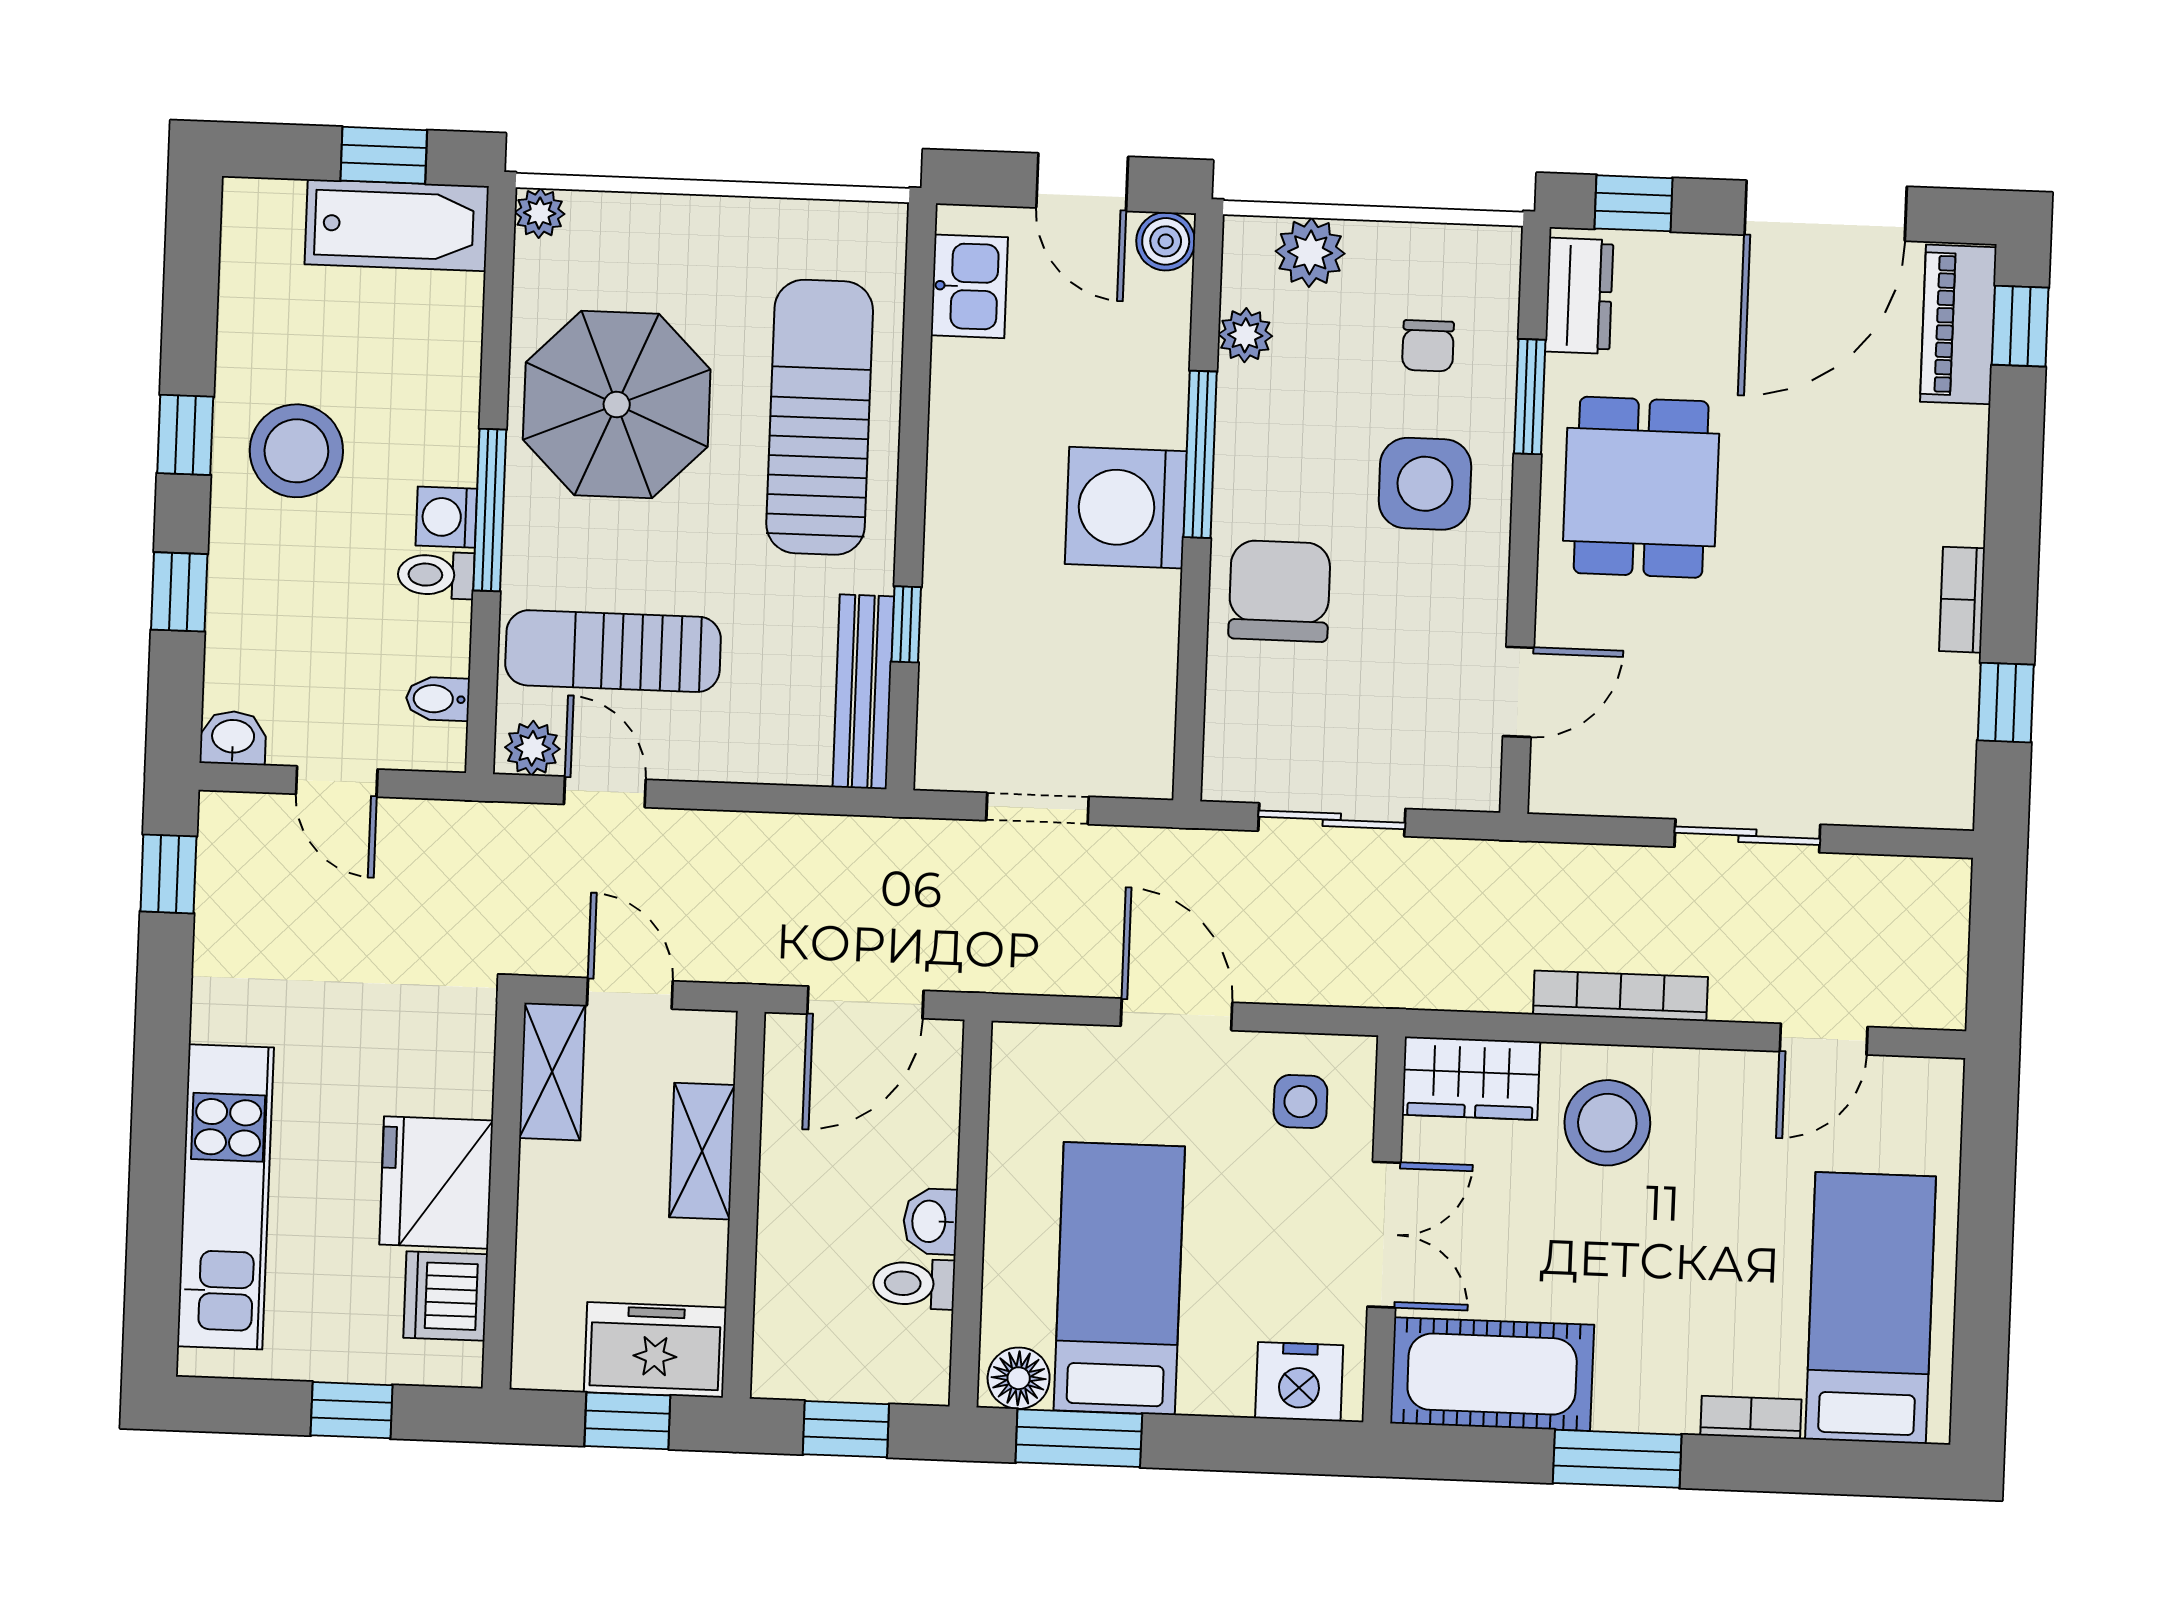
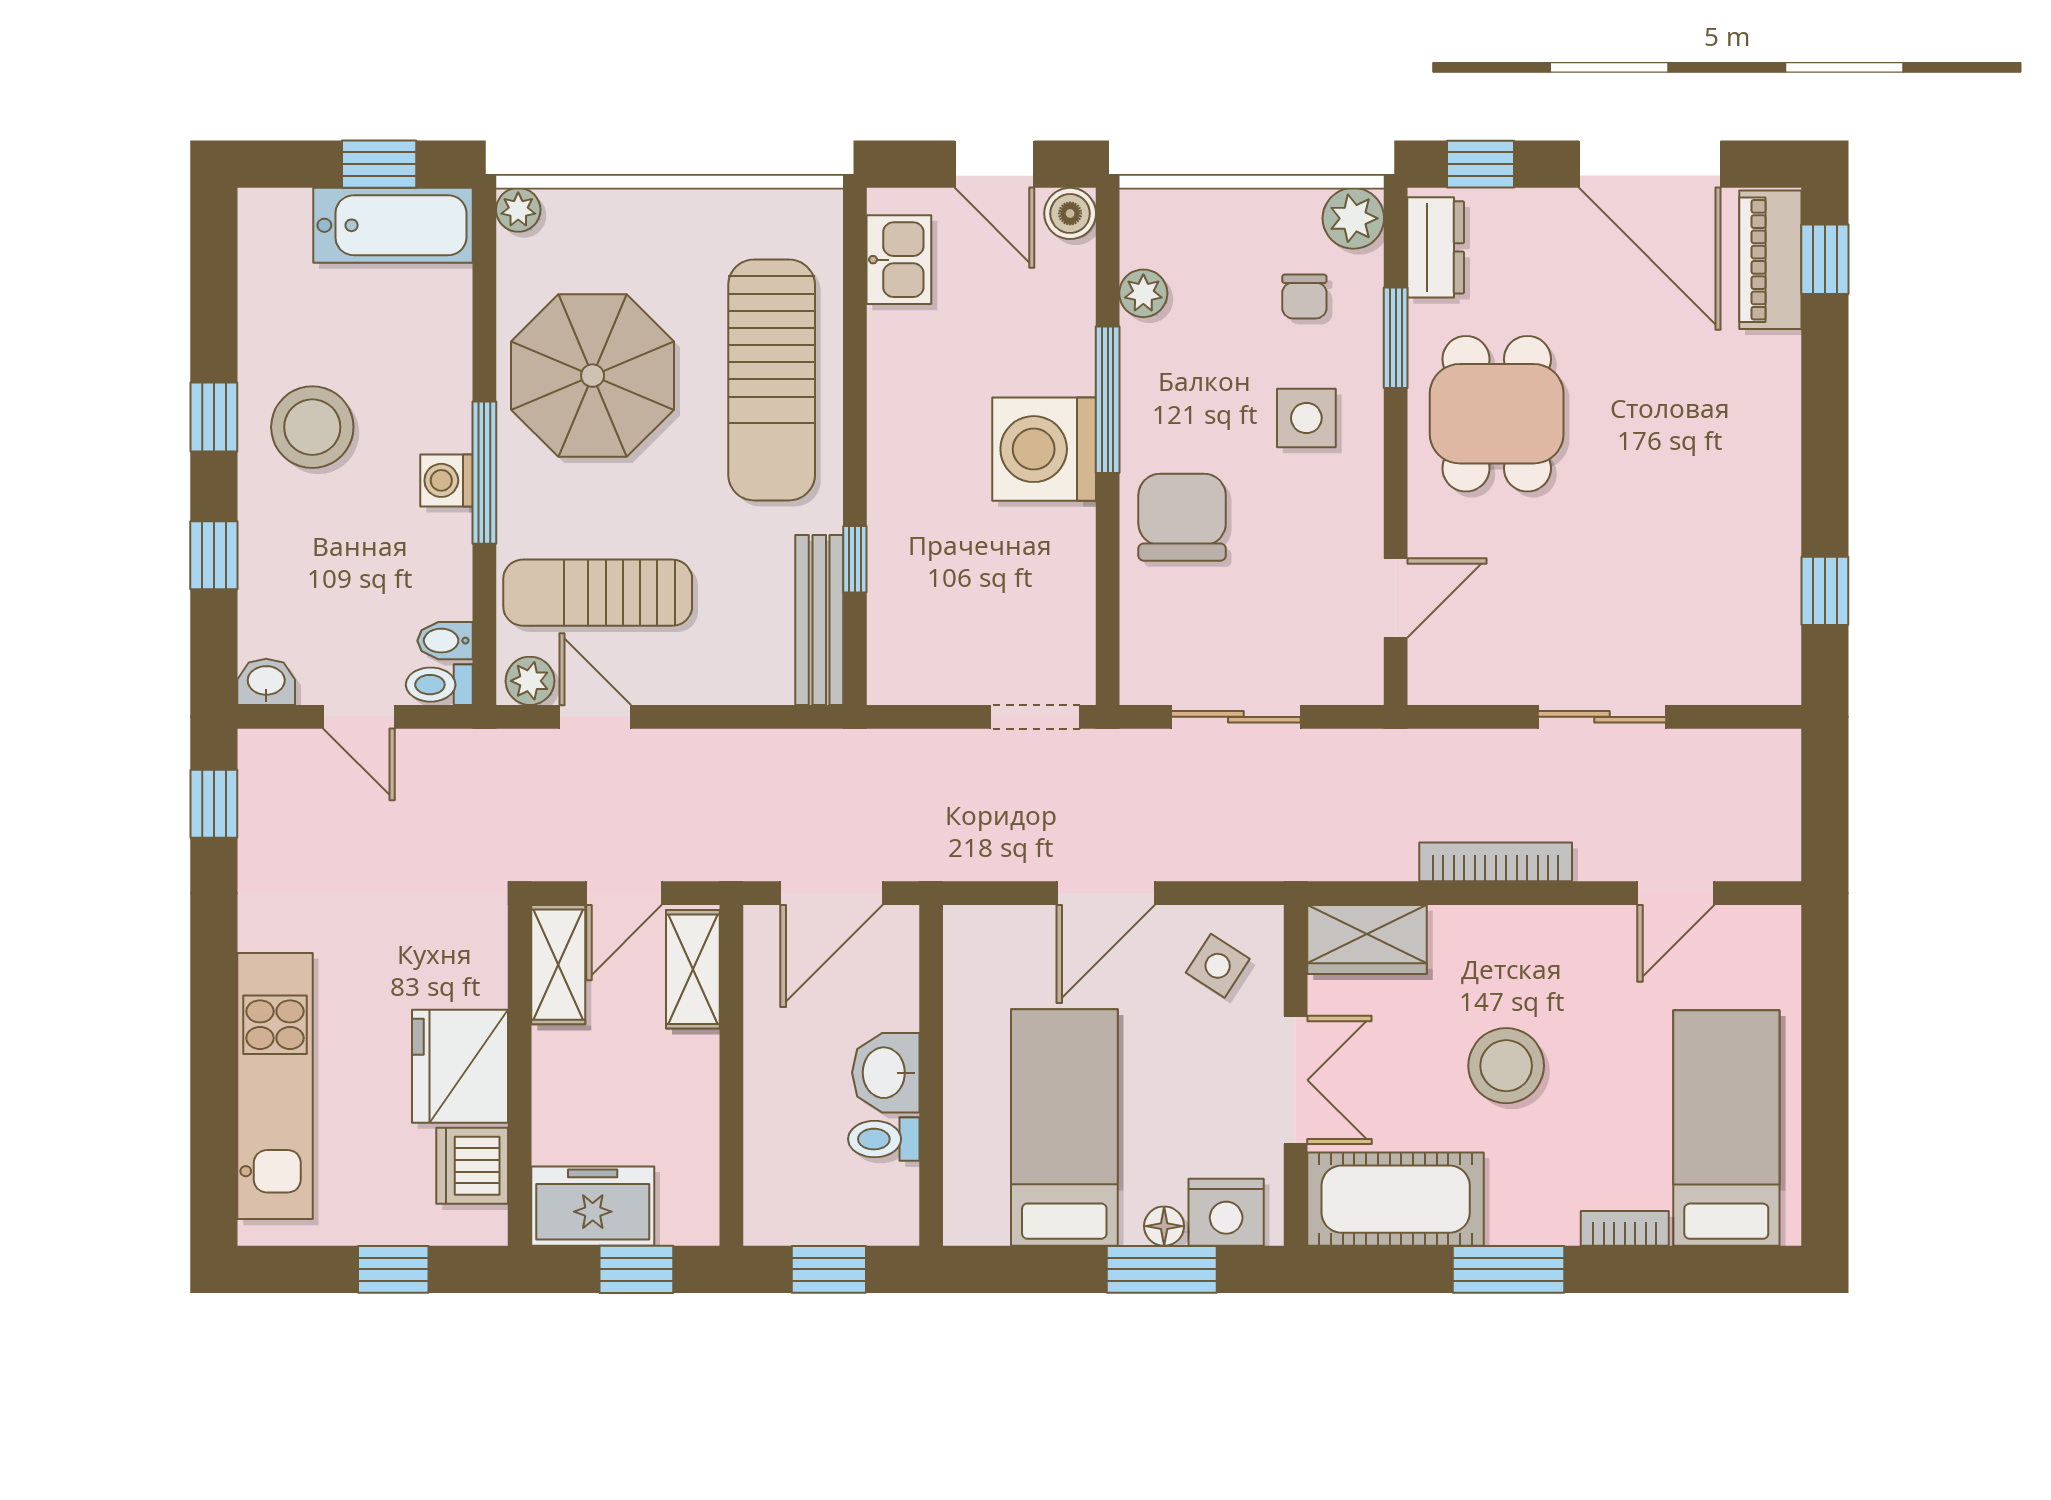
door: (1826, 211) -> (1650, 164), hinge flipped
plant: (1310, 252) -> (1353, 218), moved
sun lounger: (820, 417) -> (772, 380), turned 180
side table: (1425, 484) -> (1306, 418), width x0.73, depth x0.73
toilet: (436, 575) -> (439, 685), moved
bookcase: (1962, 600) -> (1783, 502), removed
doorway: (1037, 808) -> (1035, 717), moved
door: (630, 993) -> (624, 893), swing flipped
door: (1176, 1014) -> (1106, 893), swing flipped
side table: (1300, 1102) -> (1218, 966), turned 33
stool: (1607, 1123) -> (1506, 1066), moved
shelving: (702, 1151) -> (693, 969), moved
washbasin: (930, 1221) -> (886, 1073), width x1.38, depth x1.45
freezer: (655, 1350) -> (593, 1206), moved
floor lamp: (1019, 1378) -> (1164, 1226), moved, width x0.73, depth x0.73
window: (1079, 1438) -> (1162, 1269), moved

